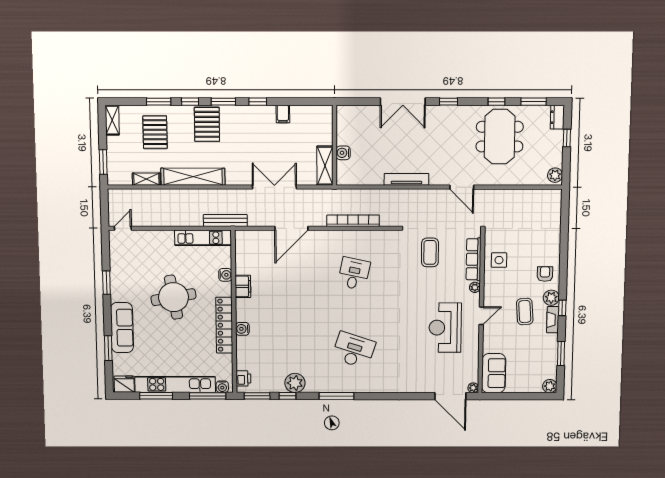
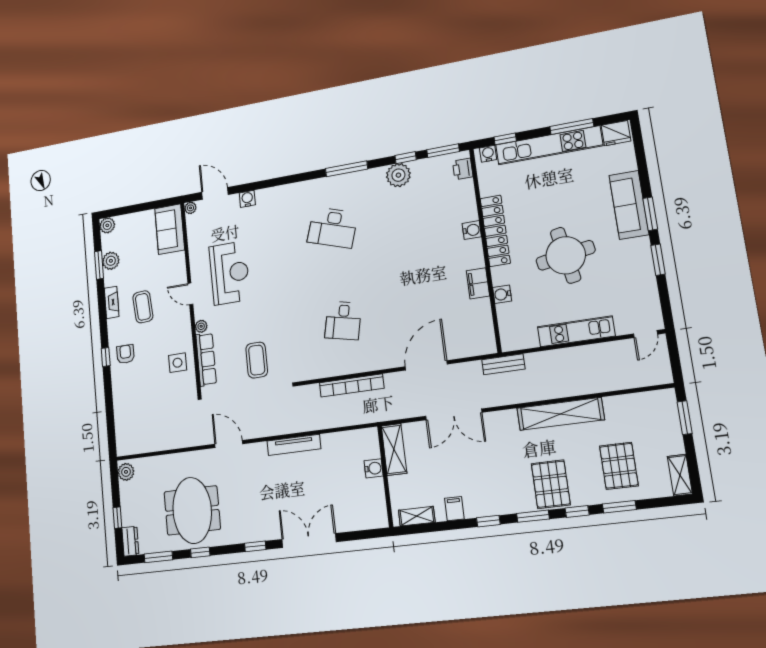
shelving: (146, 179) -> (417, 516), moved
bench: (225, 220) -> (503, 364), width x0.73
kitchen unit: (203, 238) -> (576, 331), moved
armchair: (545, 274) -> (125, 354), turned 180
plant: (551, 298) -> (111, 261), moved
window: (562, 308) -> (106, 357), moved
door: (481, 316) -> (190, 294), hinge flipped
window: (108, 348) -> (650, 214), moved
water cooler: (423, 387) -> (247, 199), added
window: (208, 396) -> (505, 139), width x0.46
door: (450, 396) -> (215, 193), width x0.73

